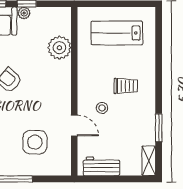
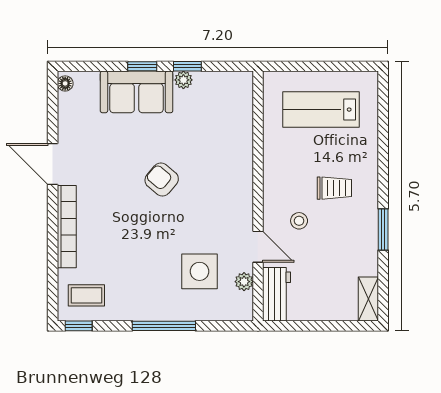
plant: (59, 48) -> (244, 282), moved, width x0.53, depth x0.53
window: (159, 128) -> (383, 229), moved
workbench: (101, 166) -> (277, 294), moved, turned 90

